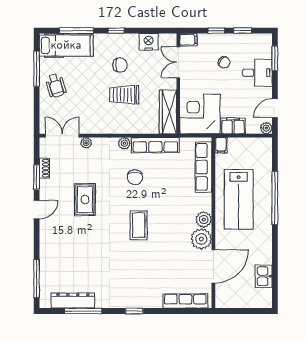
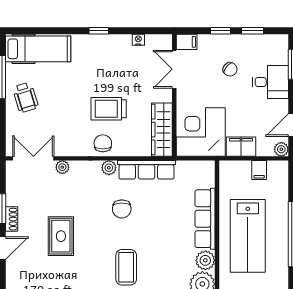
window: (76, 31) -> (50, 31), removed
nightstand: (149, 42) -> (138, 40), width x0.53, depth x0.56
chair: (120, 65) -> (103, 143), moved, turned -90
filing cabinet: (221, 145) -> (259, 170), moved
row of seats: (204, 167) -> (205, 219), moved
shoe rack: (44, 168) -> (12, 219), moved

